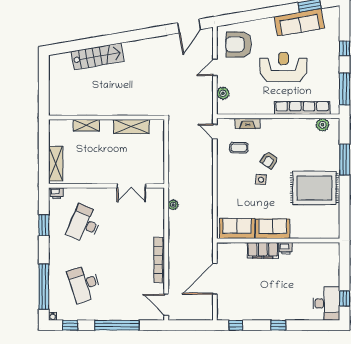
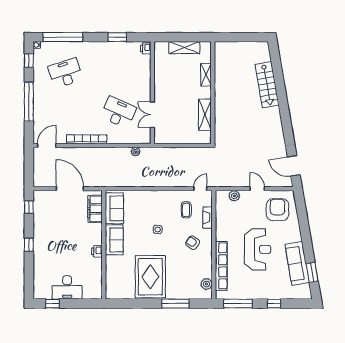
armchair: (269, 160) -> (193, 243), moved
shelving: (56, 164) -> (184, 48), moved
desk: (84, 224) -> (118, 112), moved
filing cabinet: (263, 250) -> (95, 209), moved
desk: (326, 303) -> (67, 287), moved

